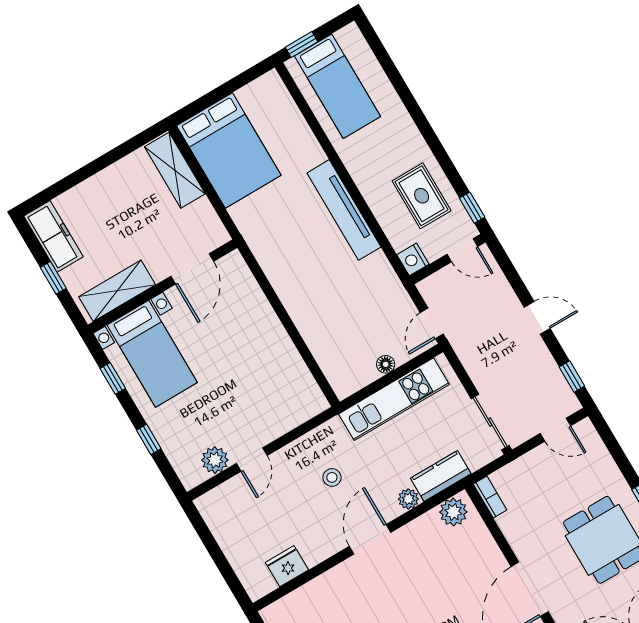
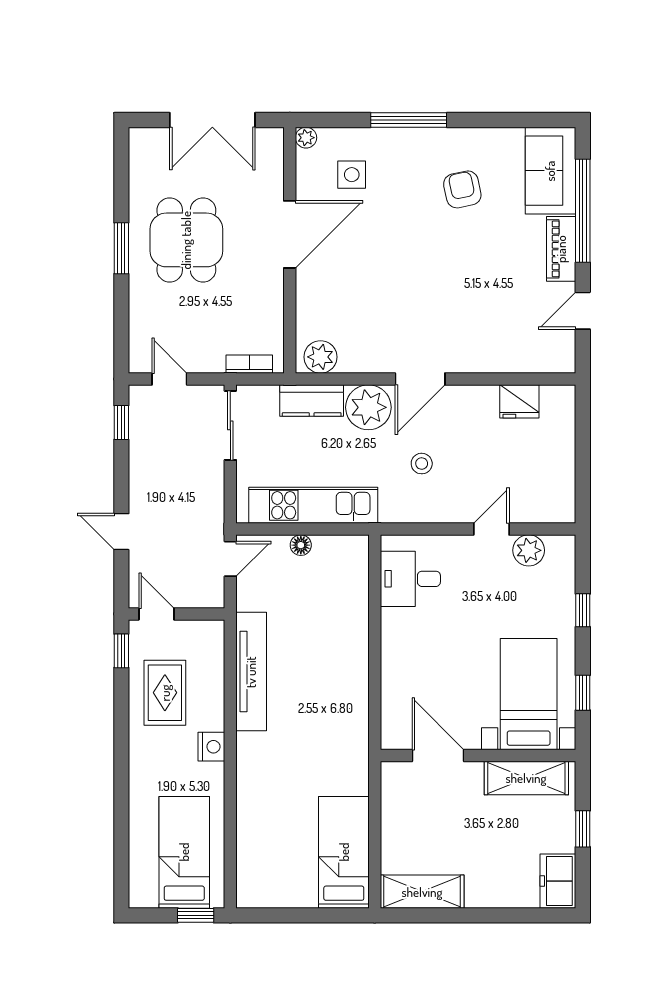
bed: (229, 150) -> (344, 852), width x0.67
shelving: (175, 170) -> (422, 892), moved, turned 90
tv unit: (344, 210) -> (251, 672), moved
freezer: (53, 236) -> (558, 881), width x0.71
nightstand: (413, 259) -> (211, 747), moved
door: (192, 269) -> (438, 755), hinge flipped
door: (537, 318) -> (121, 532), moved
desk: (290, 387) -> (410, 579), added
bookcase: (490, 497) -> (249, 364), moved, turned 90
plant: (408, 499) -> (368, 407), width x1.88, depth x1.88

